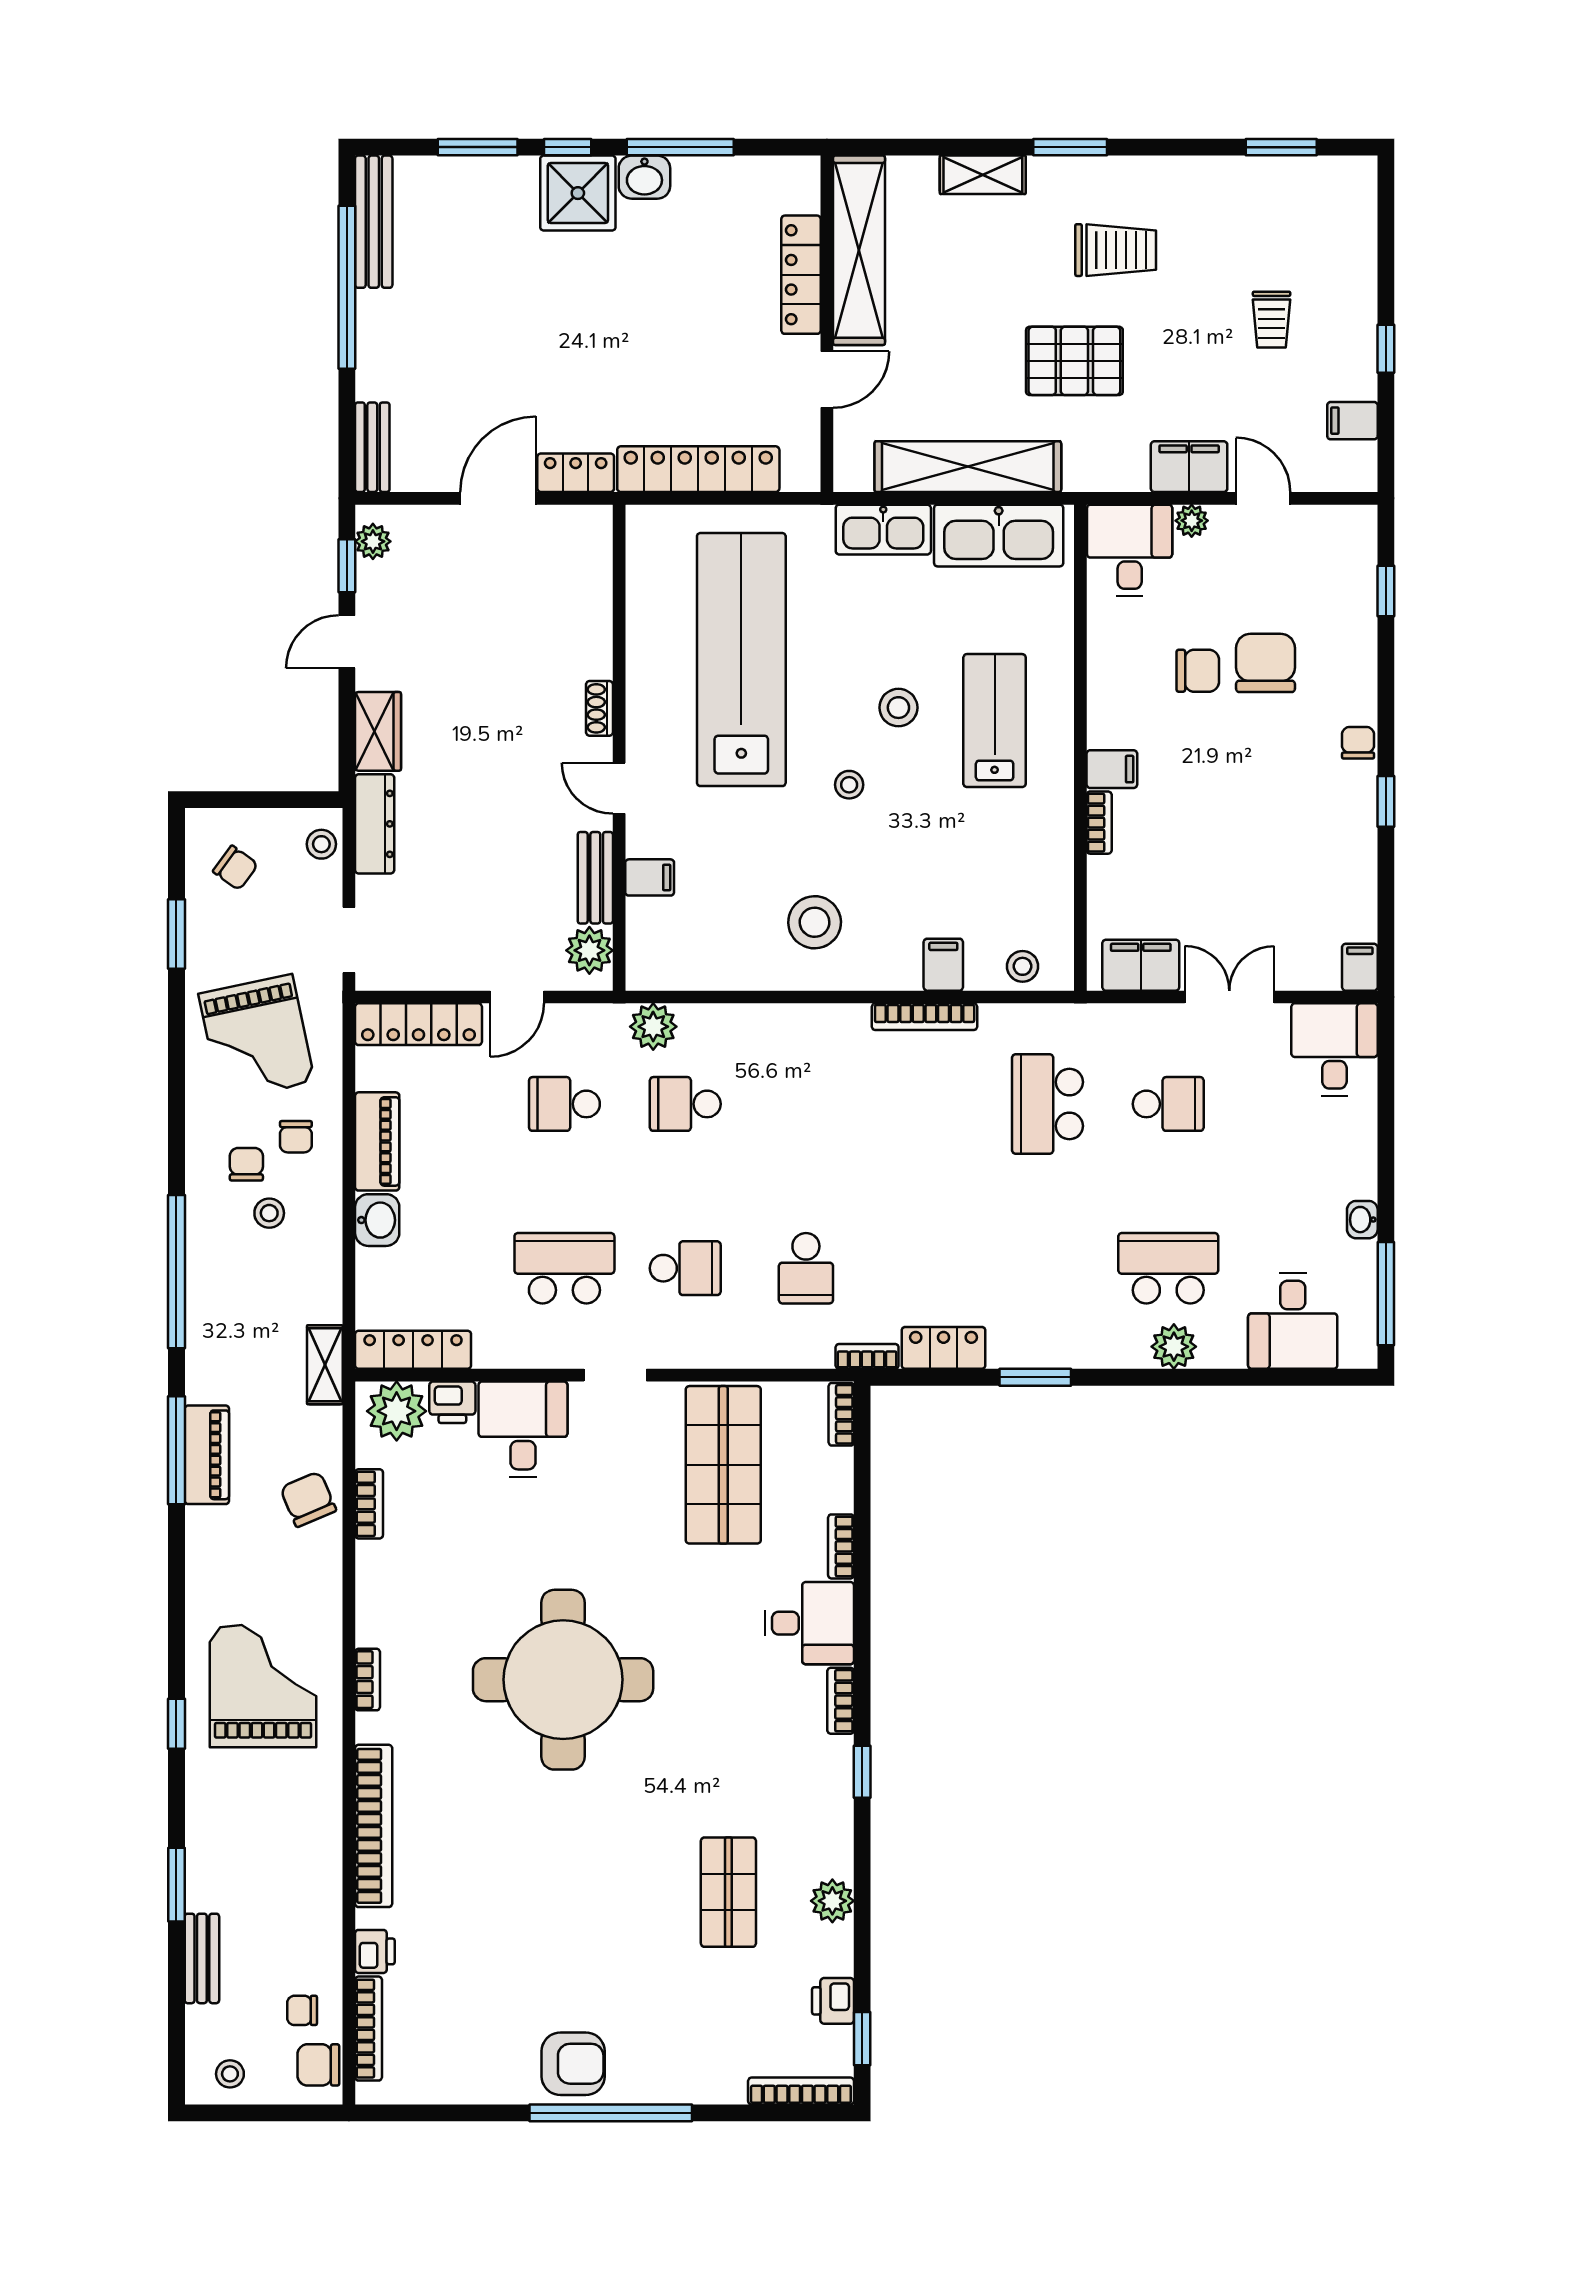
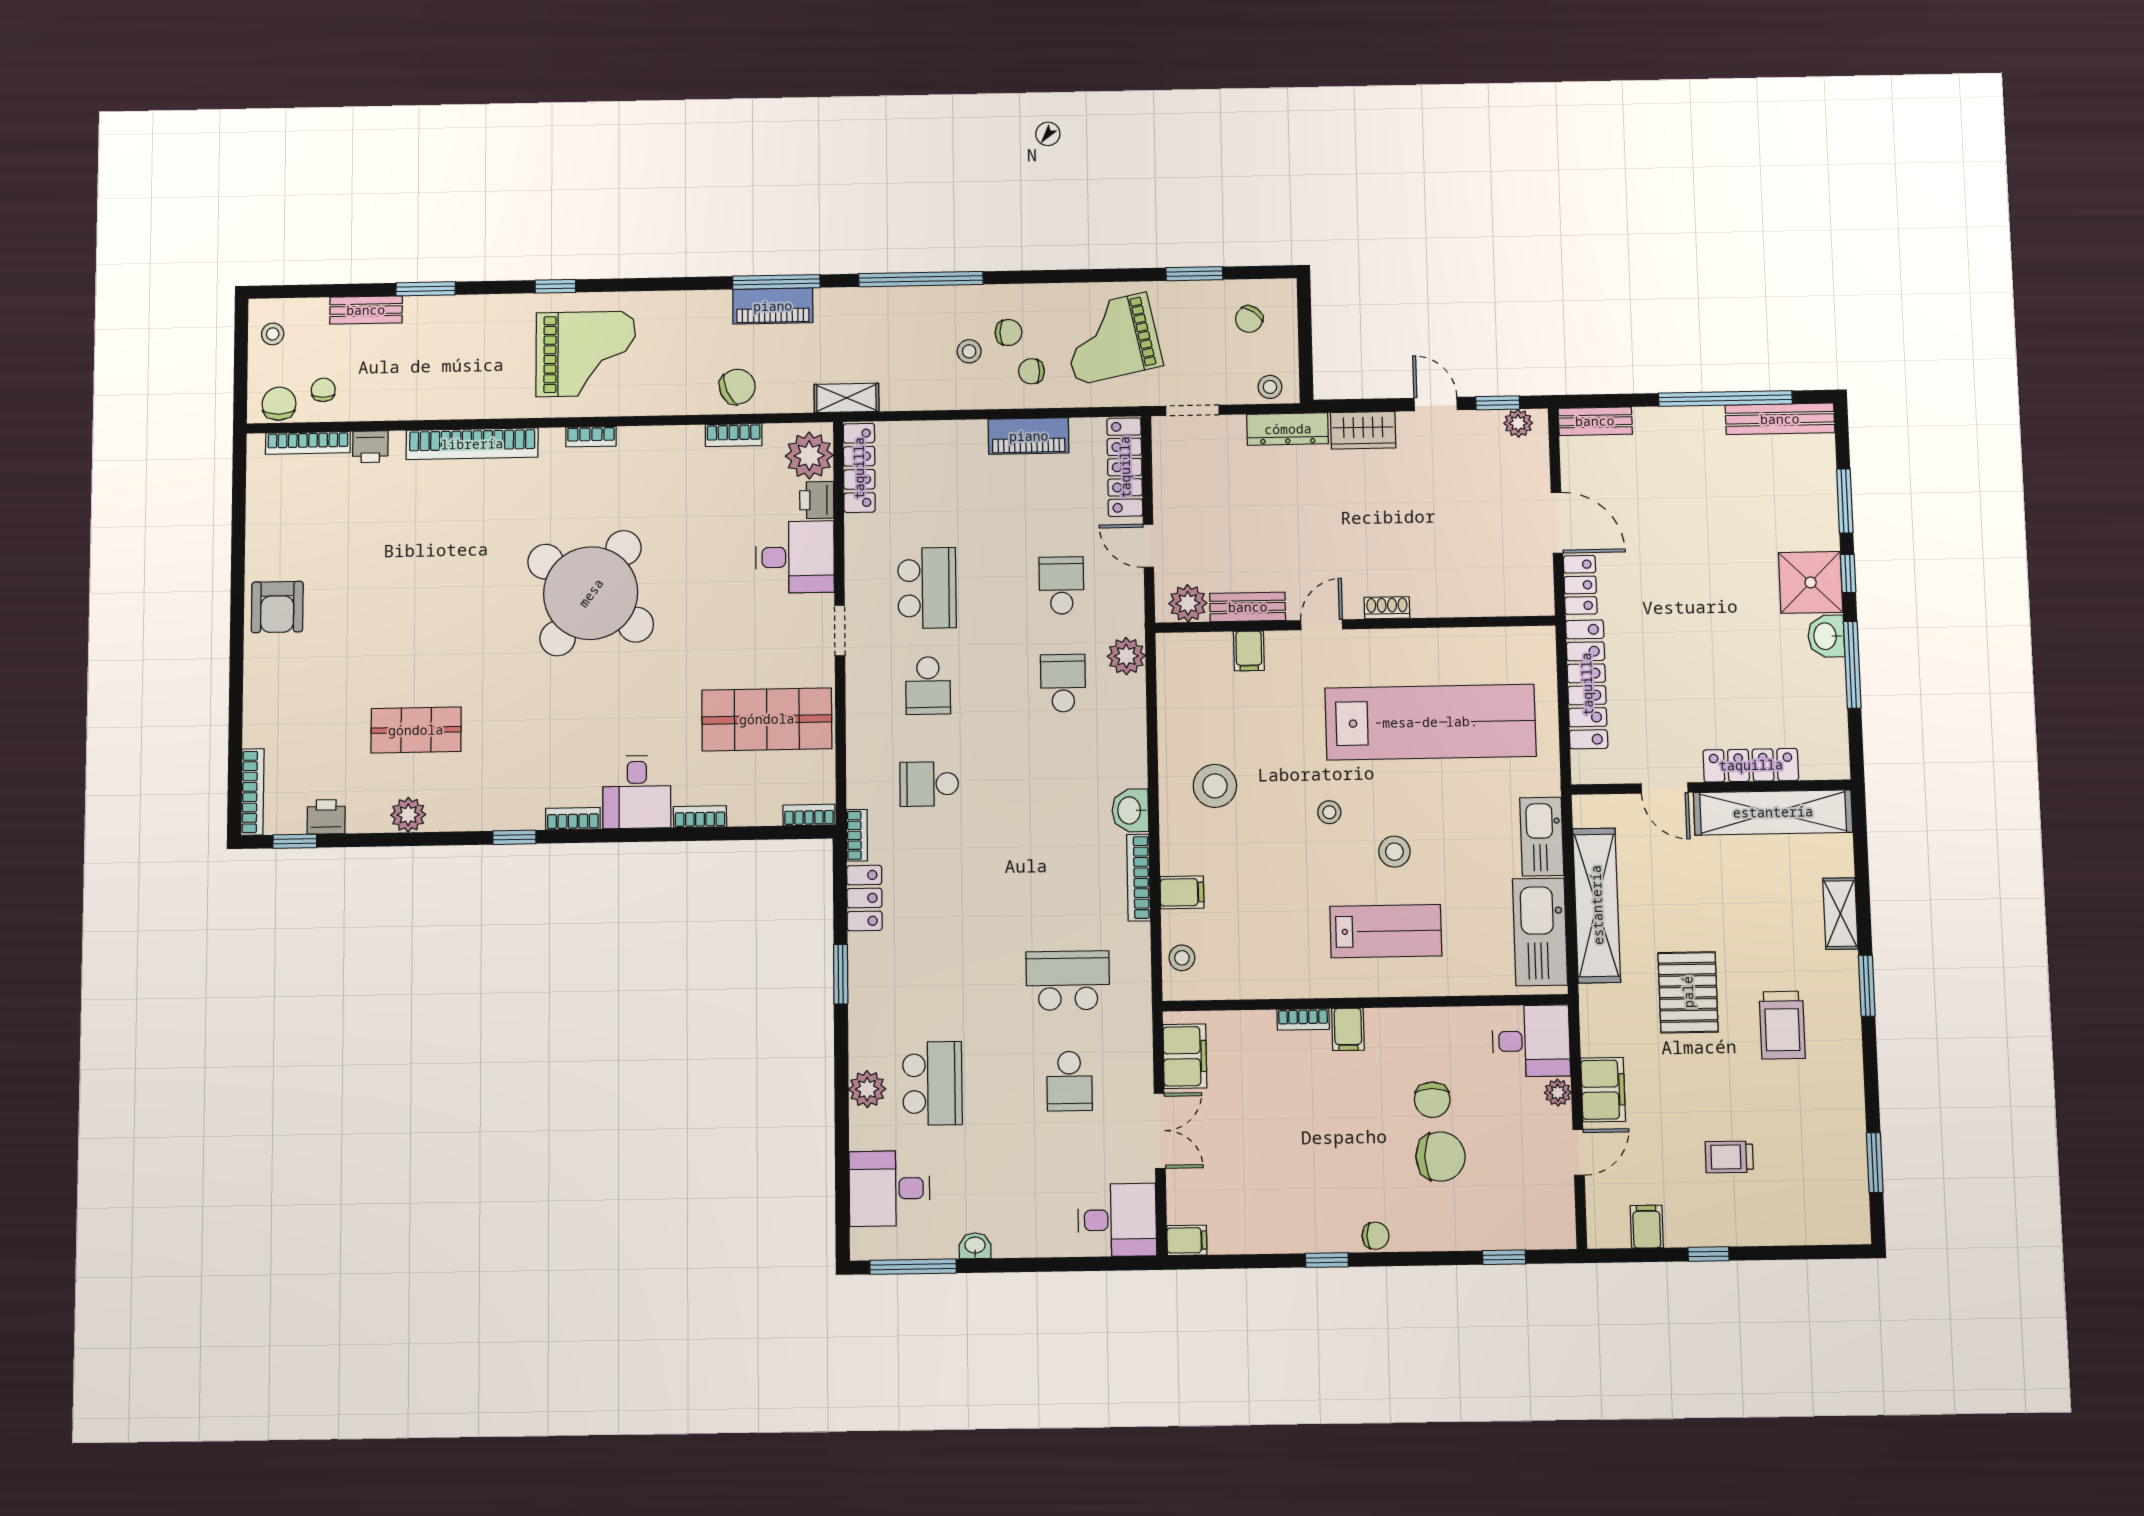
washbasin: (377, 1220) -> (1130, 810), moved, turned 90
round table: (563, 1680) -> (591, 593), turned 36
window: (611, 2113) -> (237, 638), removed

